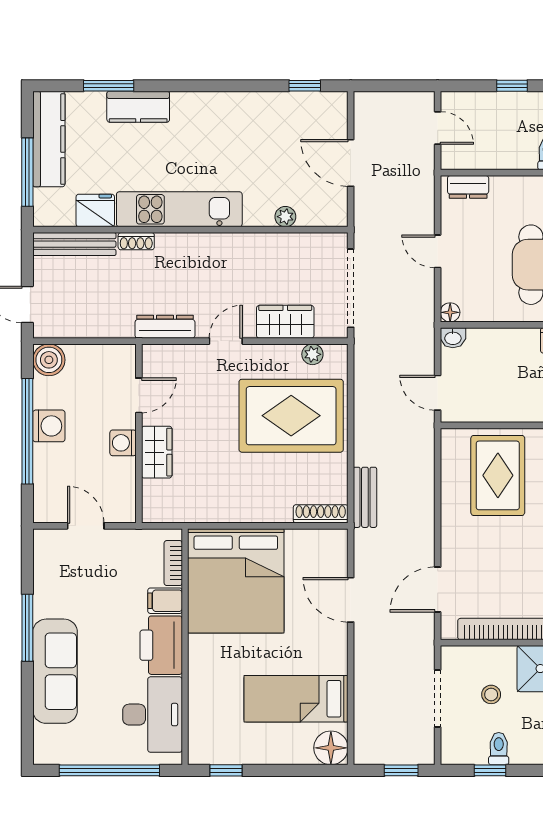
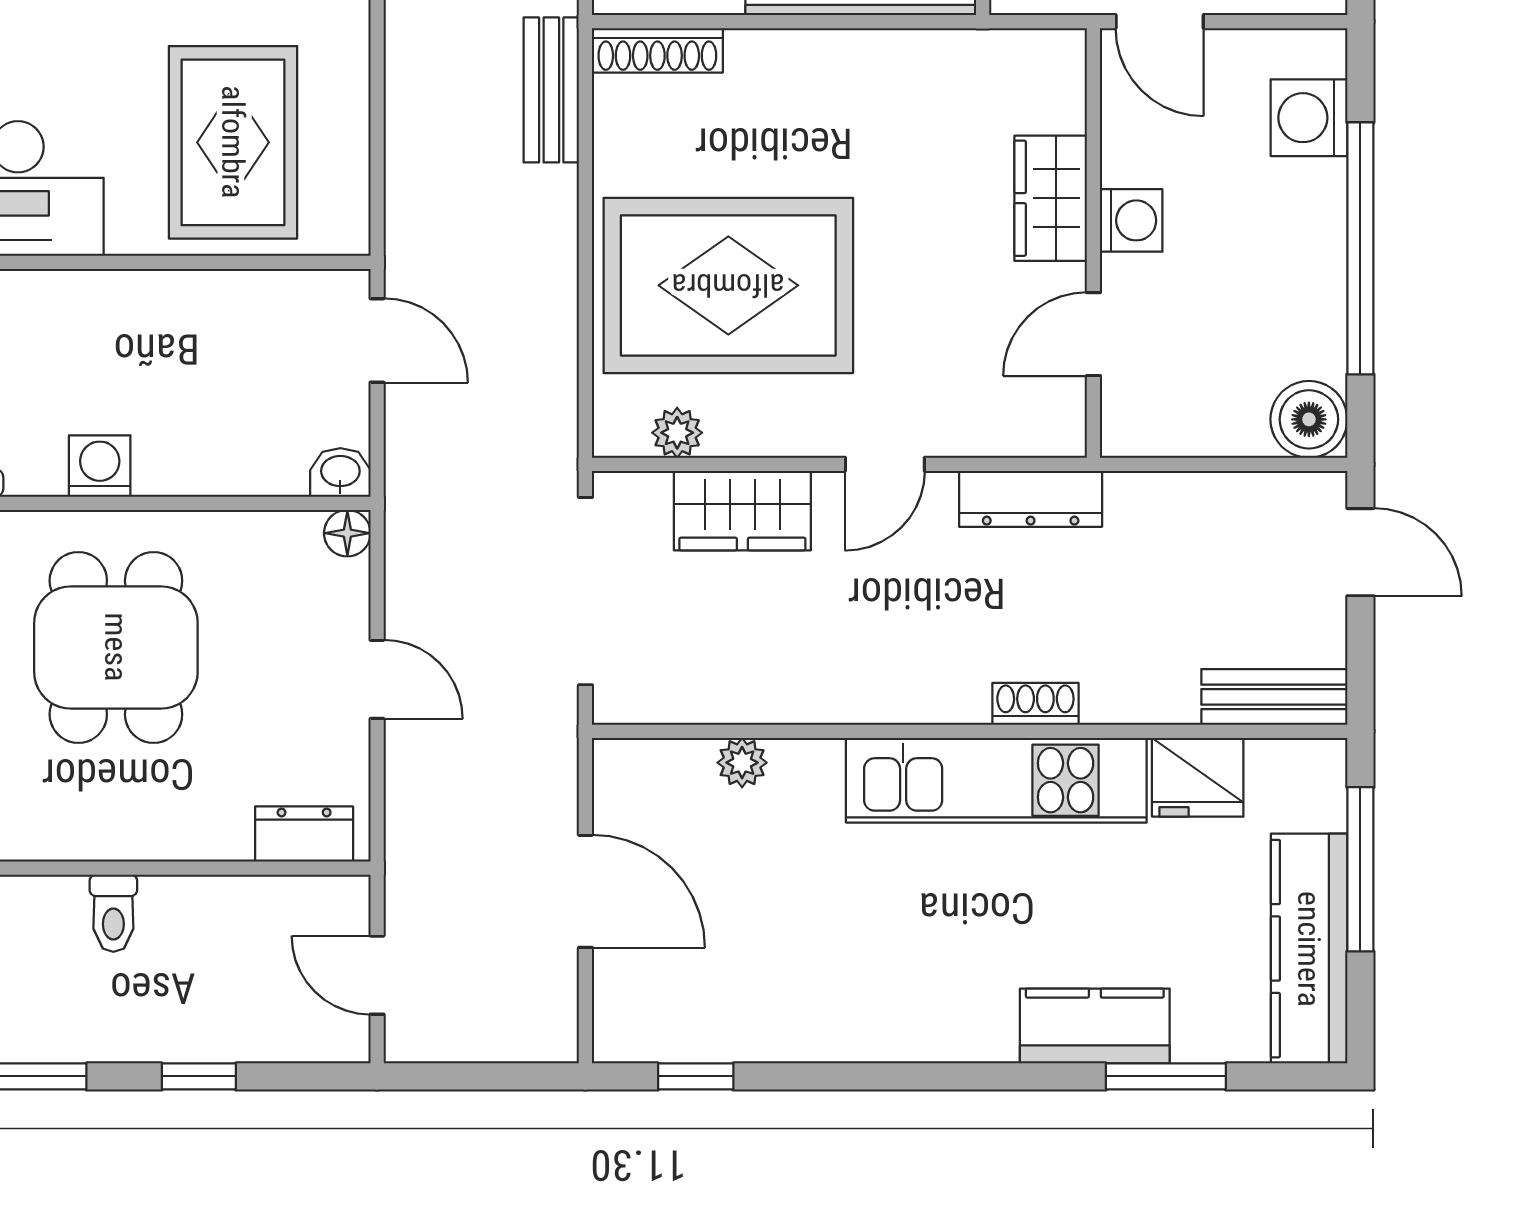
shoe rack: (136, 241) -> (1035, 704), moved
bench: (74, 244) -> (1274, 697), width x0.73
washing machine: (49, 426) -> (1309, 118), moved
door: (86, 526) -> (1160, 22), moved

